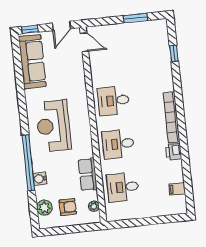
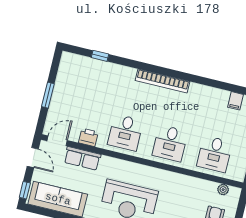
window: (135, 18) -> (48, 95), moved
printer: (174, 152) -> (88, 137), moved, turned 180
row of seats: (88, 174) -> (82, 158), moved

